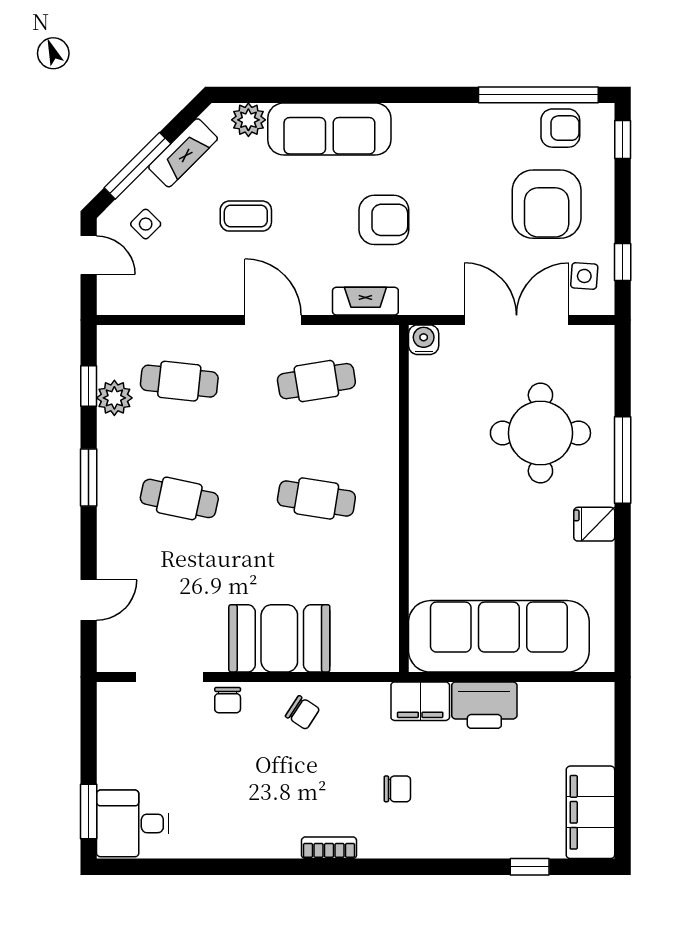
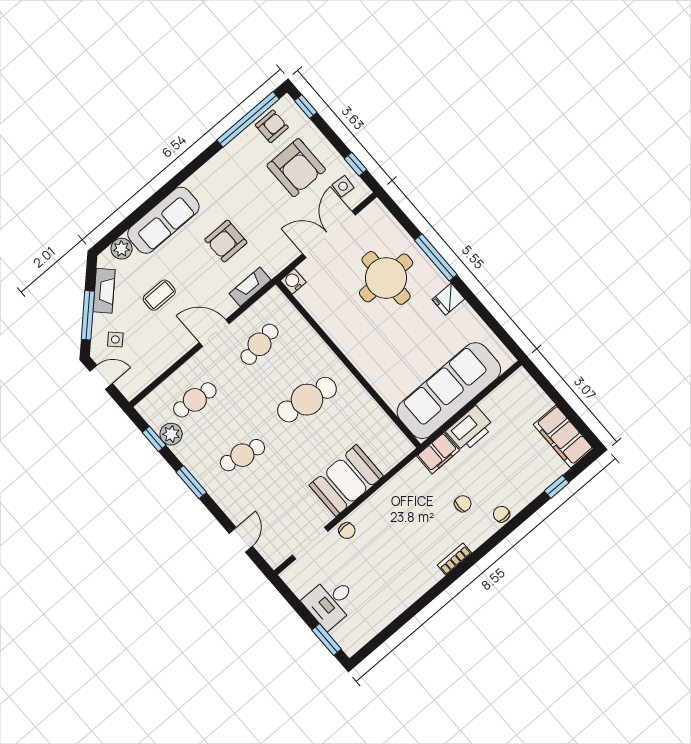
armchair: (384, 220) -> (226, 241), turned 180
cafe table: (316, 498) -> (307, 400), width x1.37, depth x1.35
chair: (302, 713) -> (501, 514), moved, turned -123
desk: (133, 823) -> (330, 602), moved

